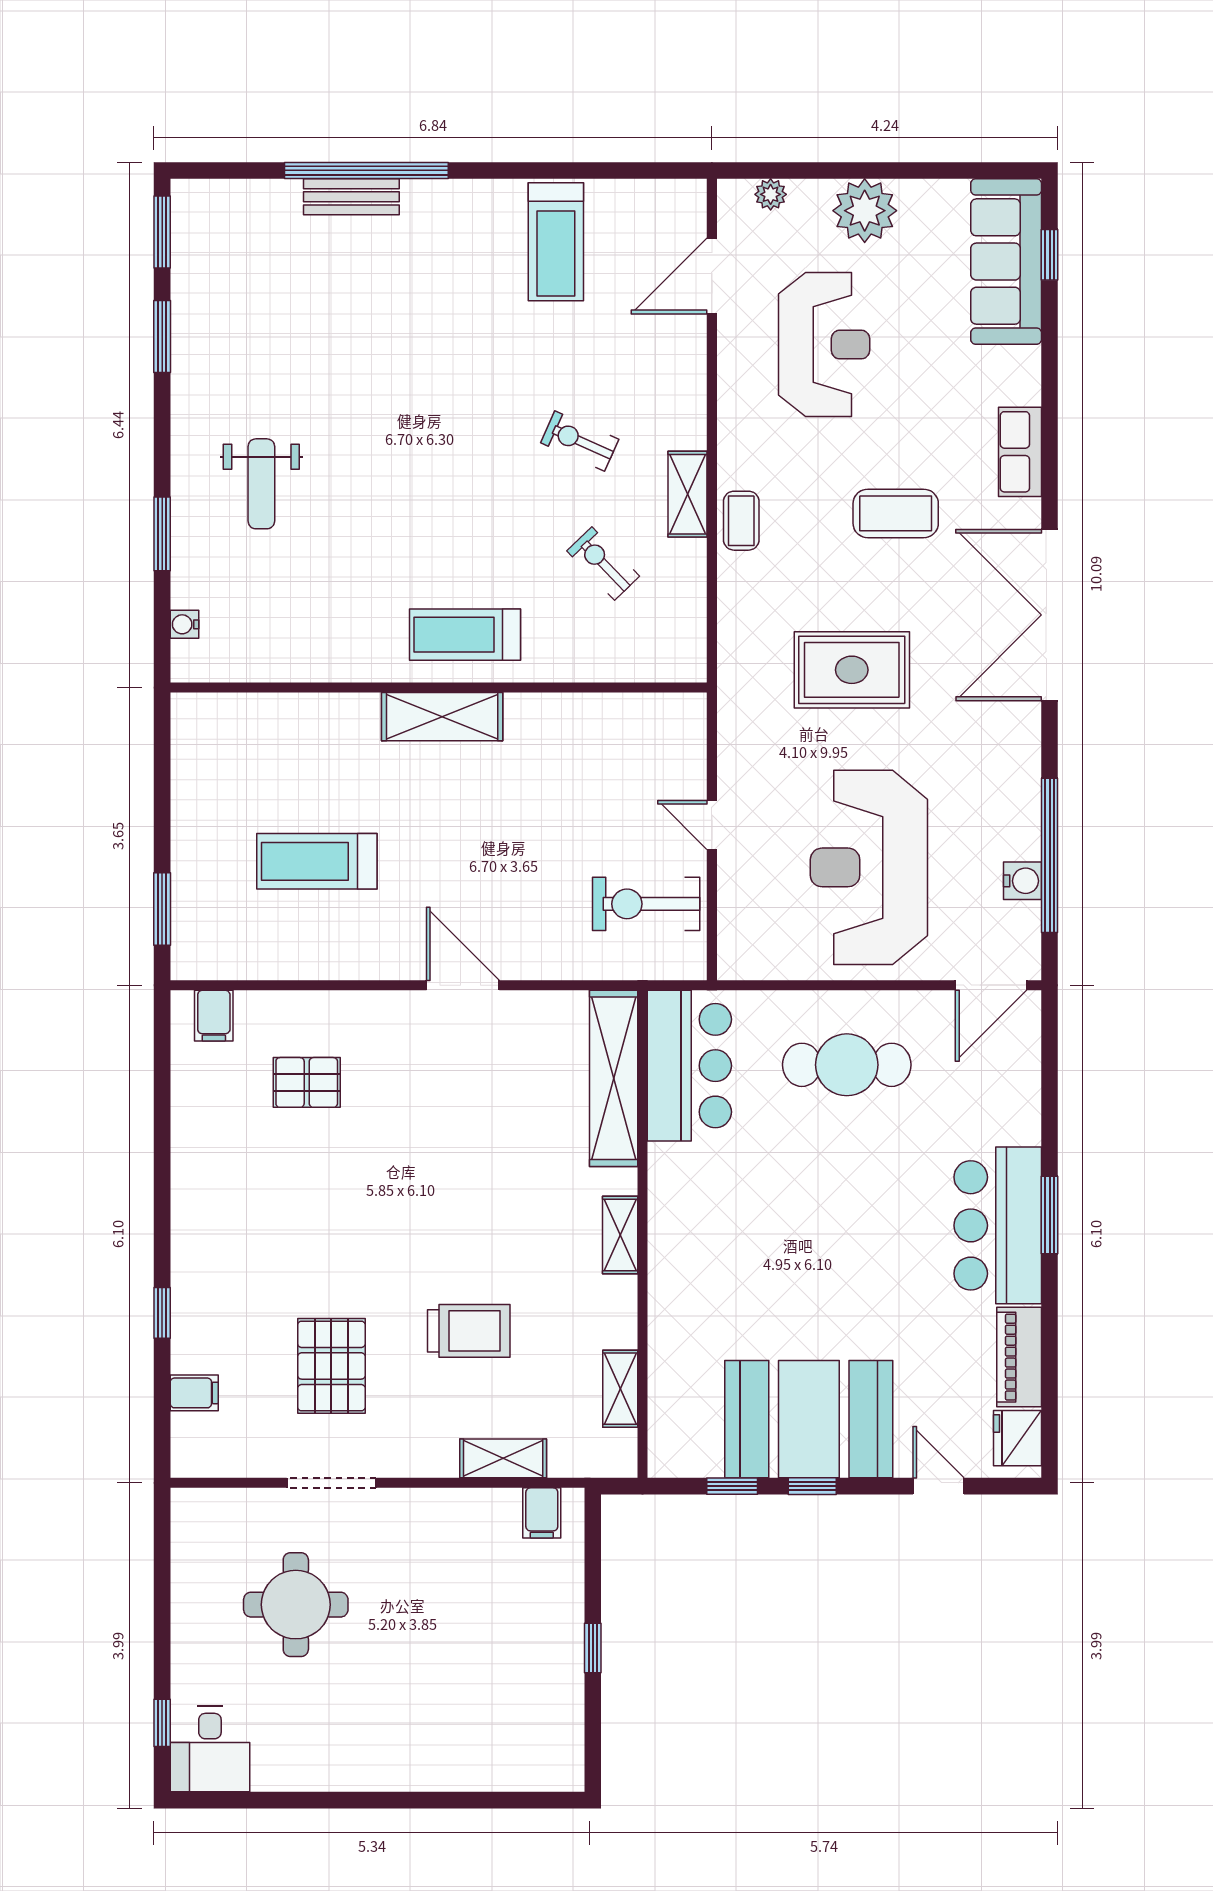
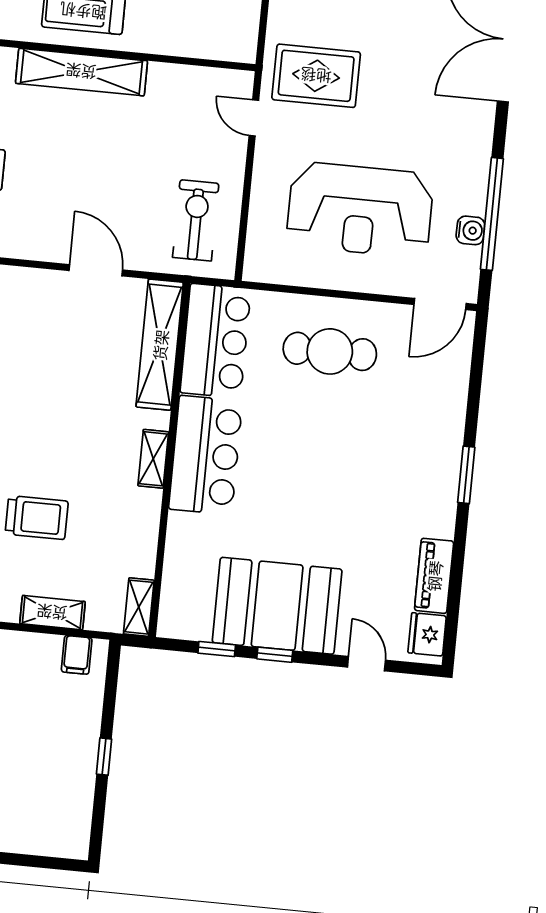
rug: (852, 670) -> (316, 76), moved
shelving: (442, 717) -> (81, 72), width x1.47
door: (712, 825) -> (254, 118), moved
reception desk: (869, 867) -> (360, 210), turned -90
exercise bike: (646, 904) -> (196, 220), turned 90
door: (463, 985) -> (96, 270), moved
bar counter: (998, 1225) -> (206, 455), moved, turned 180
shelving: (620, 1389) -> (139, 607), moved

